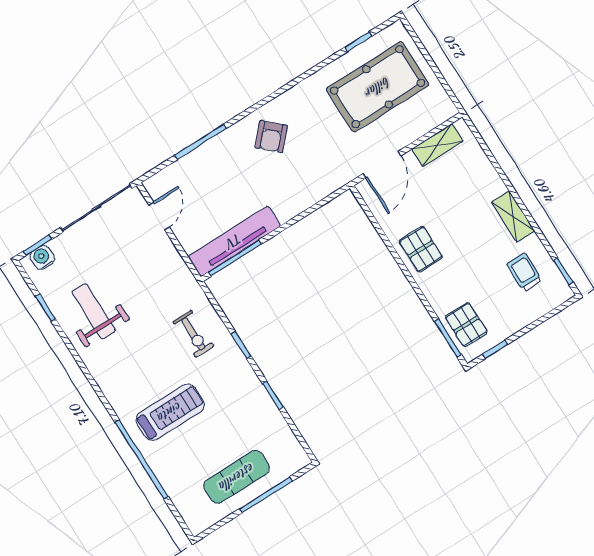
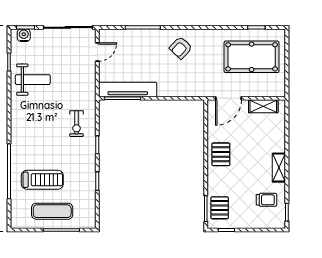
trolley: (524, 272) -> (267, 200), turned 90
weight bench: (94, 311) -> (33, 80), turned 90
treadmill: (170, 412) -> (42, 180), moved

